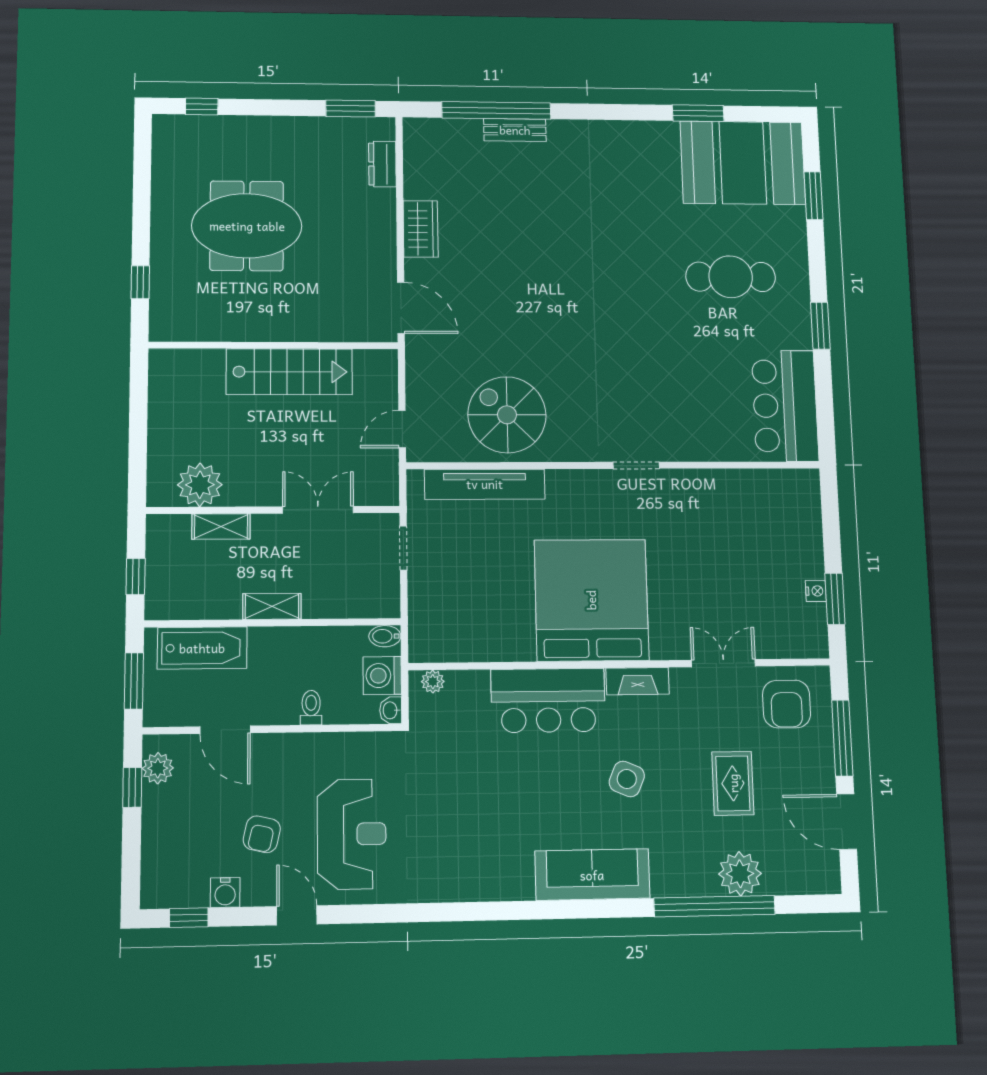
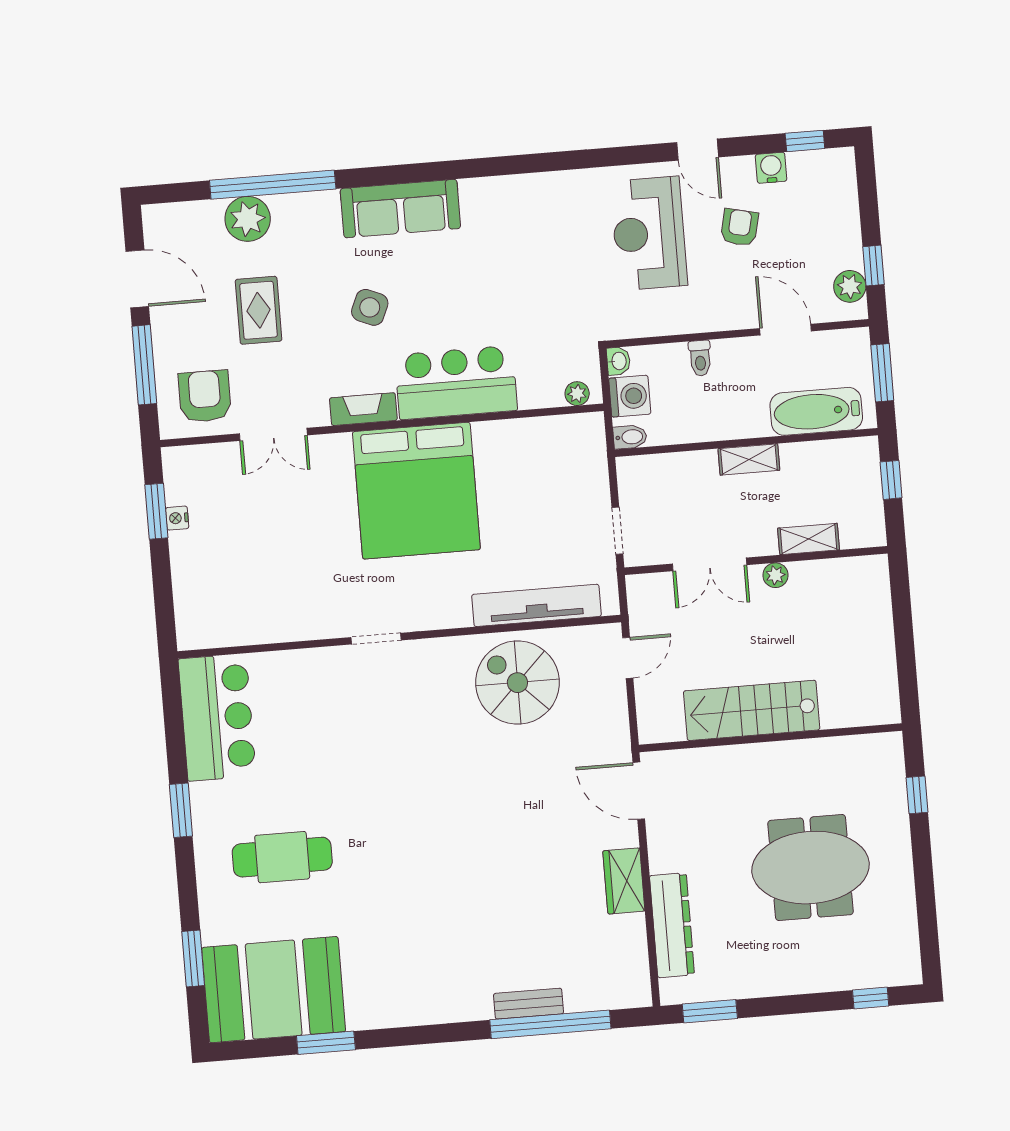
dresser: (382, 164) -> (672, 925), width x1.96, depth x1.24
spiral stairs: (507, 415) -> (517, 683), turned 180
plant: (200, 485) -> (776, 575), moved, width x0.53, depth x0.53

